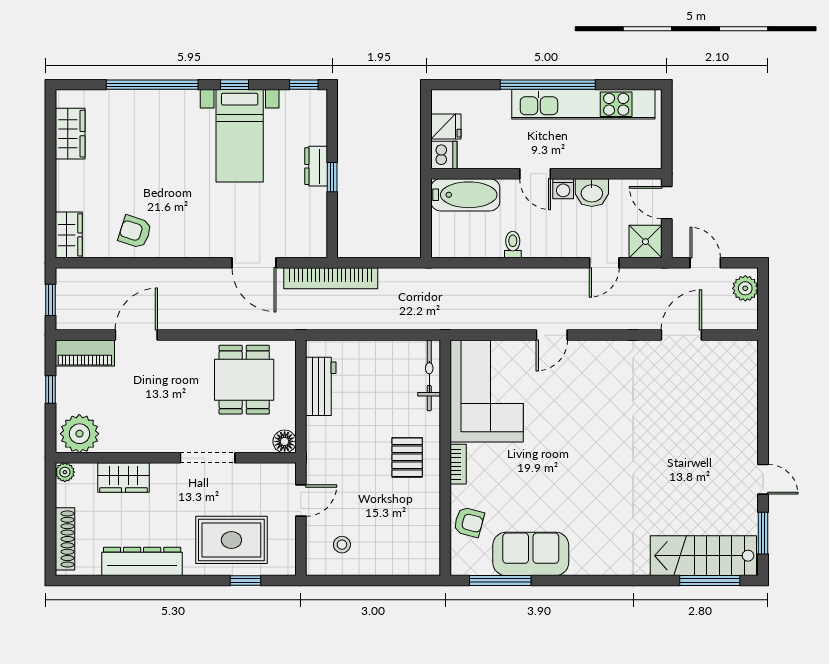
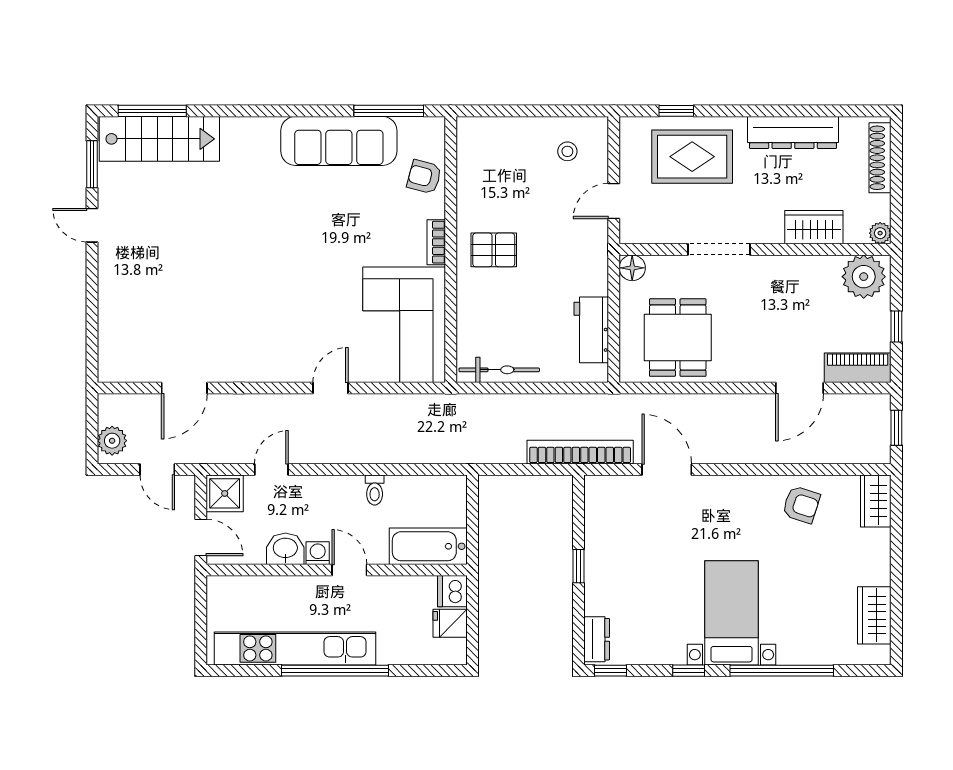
bed with nightstands: (240, 136) -> (732, 613), moved
dresser: (316, 166) -> (597, 639), moved
bicycle: (429, 375) -> (499, 370), moved, turned -90
pallet: (407, 457) -> (494, 250), turned 90
sofa: (531, 554) -> (339, 141), width x1.36

